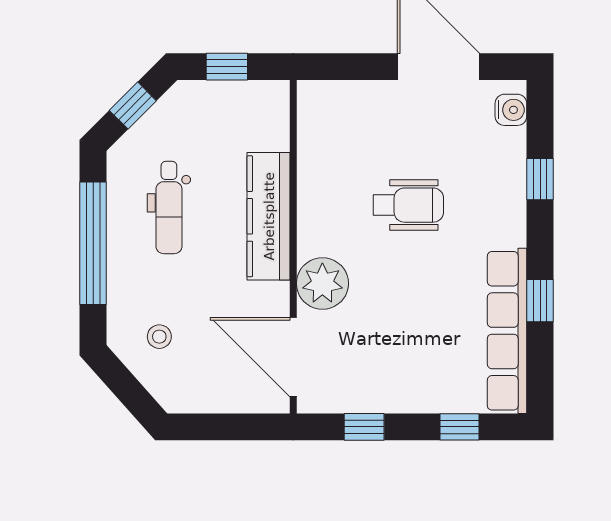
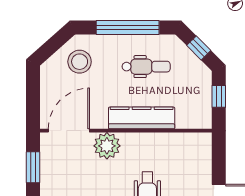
dental chair: (169, 208) -> (146, 67), turned 180
stool: (159, 337) -> (80, 62), width x1.89, depth x1.89
window: (364, 427) -> (33, 167), width x1.50

